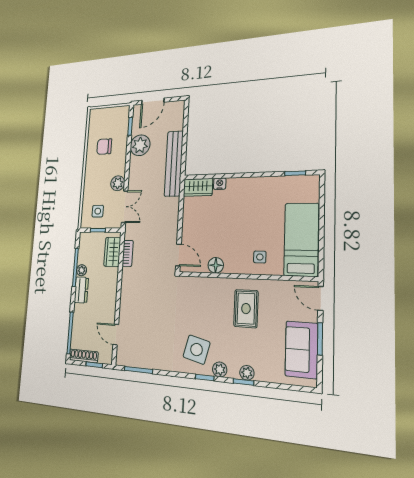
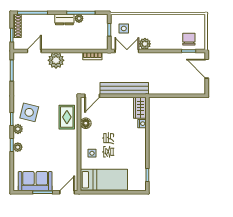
plant: (140, 145) -> (56, 60), moved
chair: (104, 147) -> (189, 39), moved
bench: (174, 164) -> (124, 88), moved
double door: (125, 207) -> (127, 51), swing flipped
wardrobe: (112, 252) -> (93, 43), removed
rug: (246, 309) -> (67, 117), moved, turned 90

